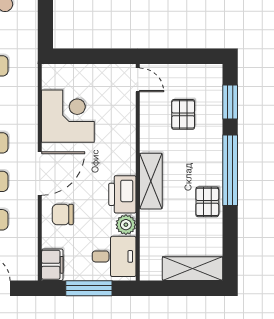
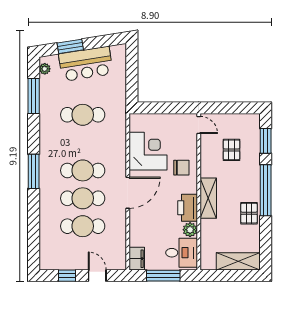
chair: (63, 214) -> (181, 168), moved, turned 180

